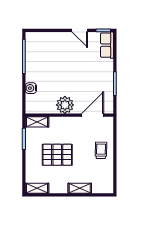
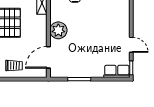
door: (80, 30) -> (131, 45), swing flipped
door: (93, 115) -> (48, 57), swing flipped

